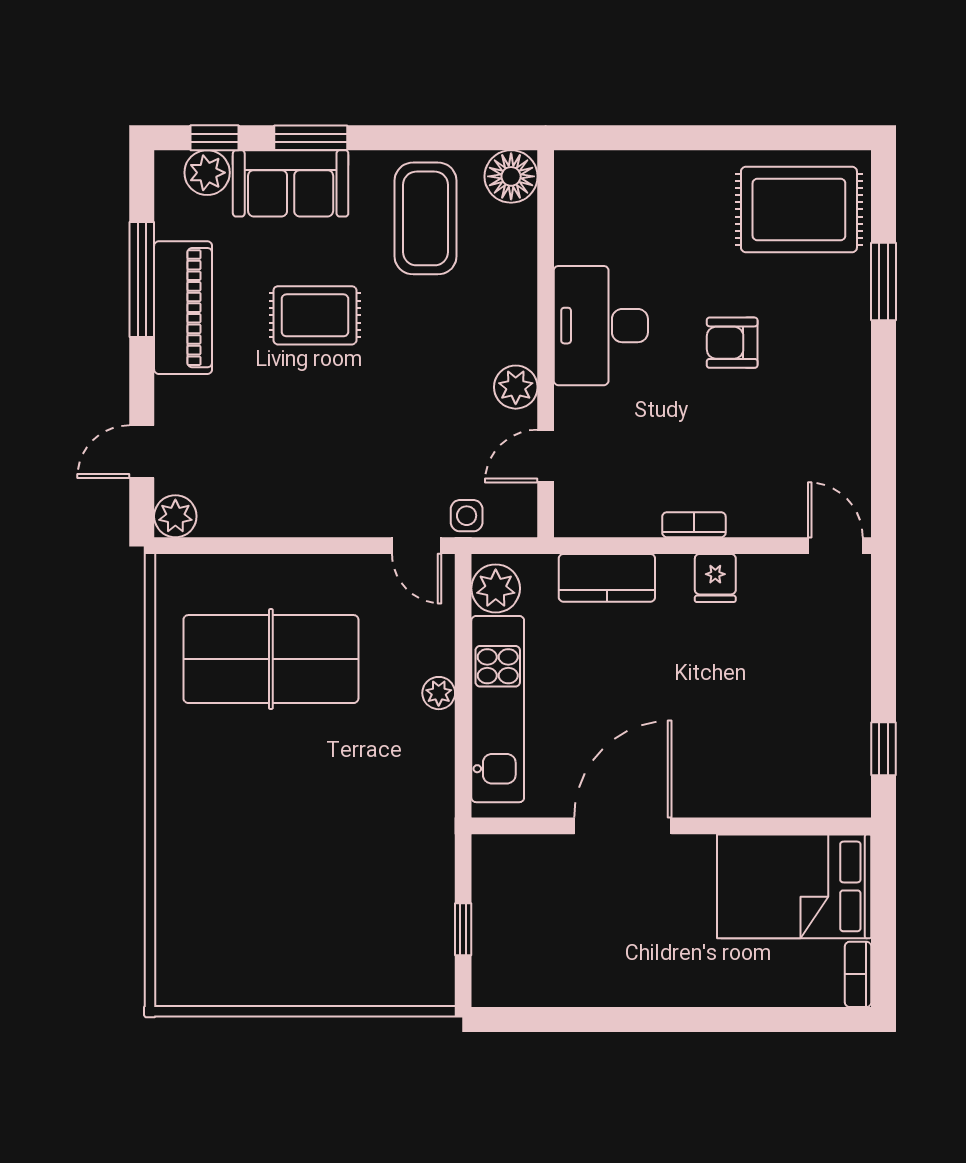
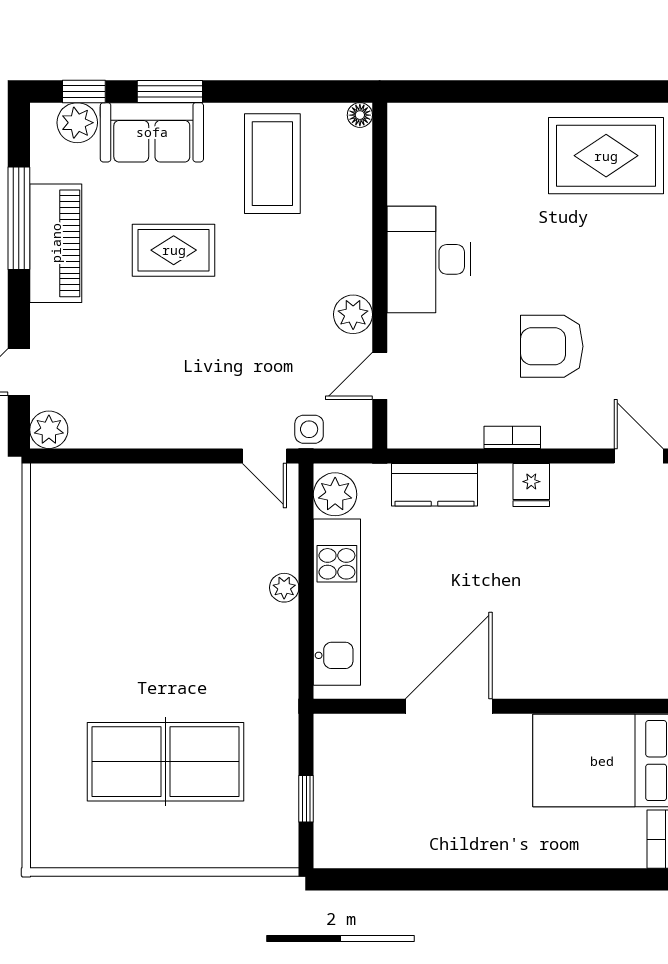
floor lamp: (511, 176) -> (360, 115), width x0.53, depth x0.53
armchair: (732, 343) -> (552, 346), moved, width x1.38, depth x1.38
table tennis table: (271, 659) -> (166, 762), moved

